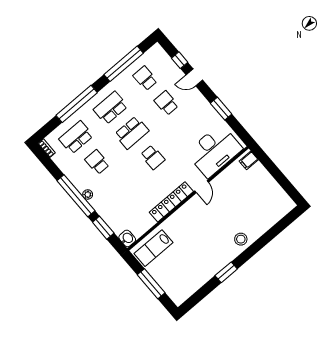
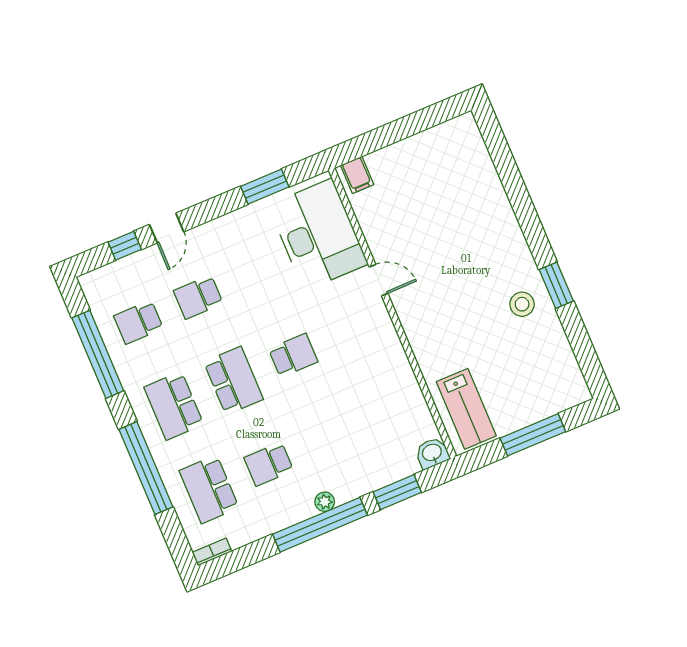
window: (221, 109) -> (265, 187), moved
locker: (171, 202) -> (389, 347), removed
stool: (241, 239) -> (522, 304), moved

